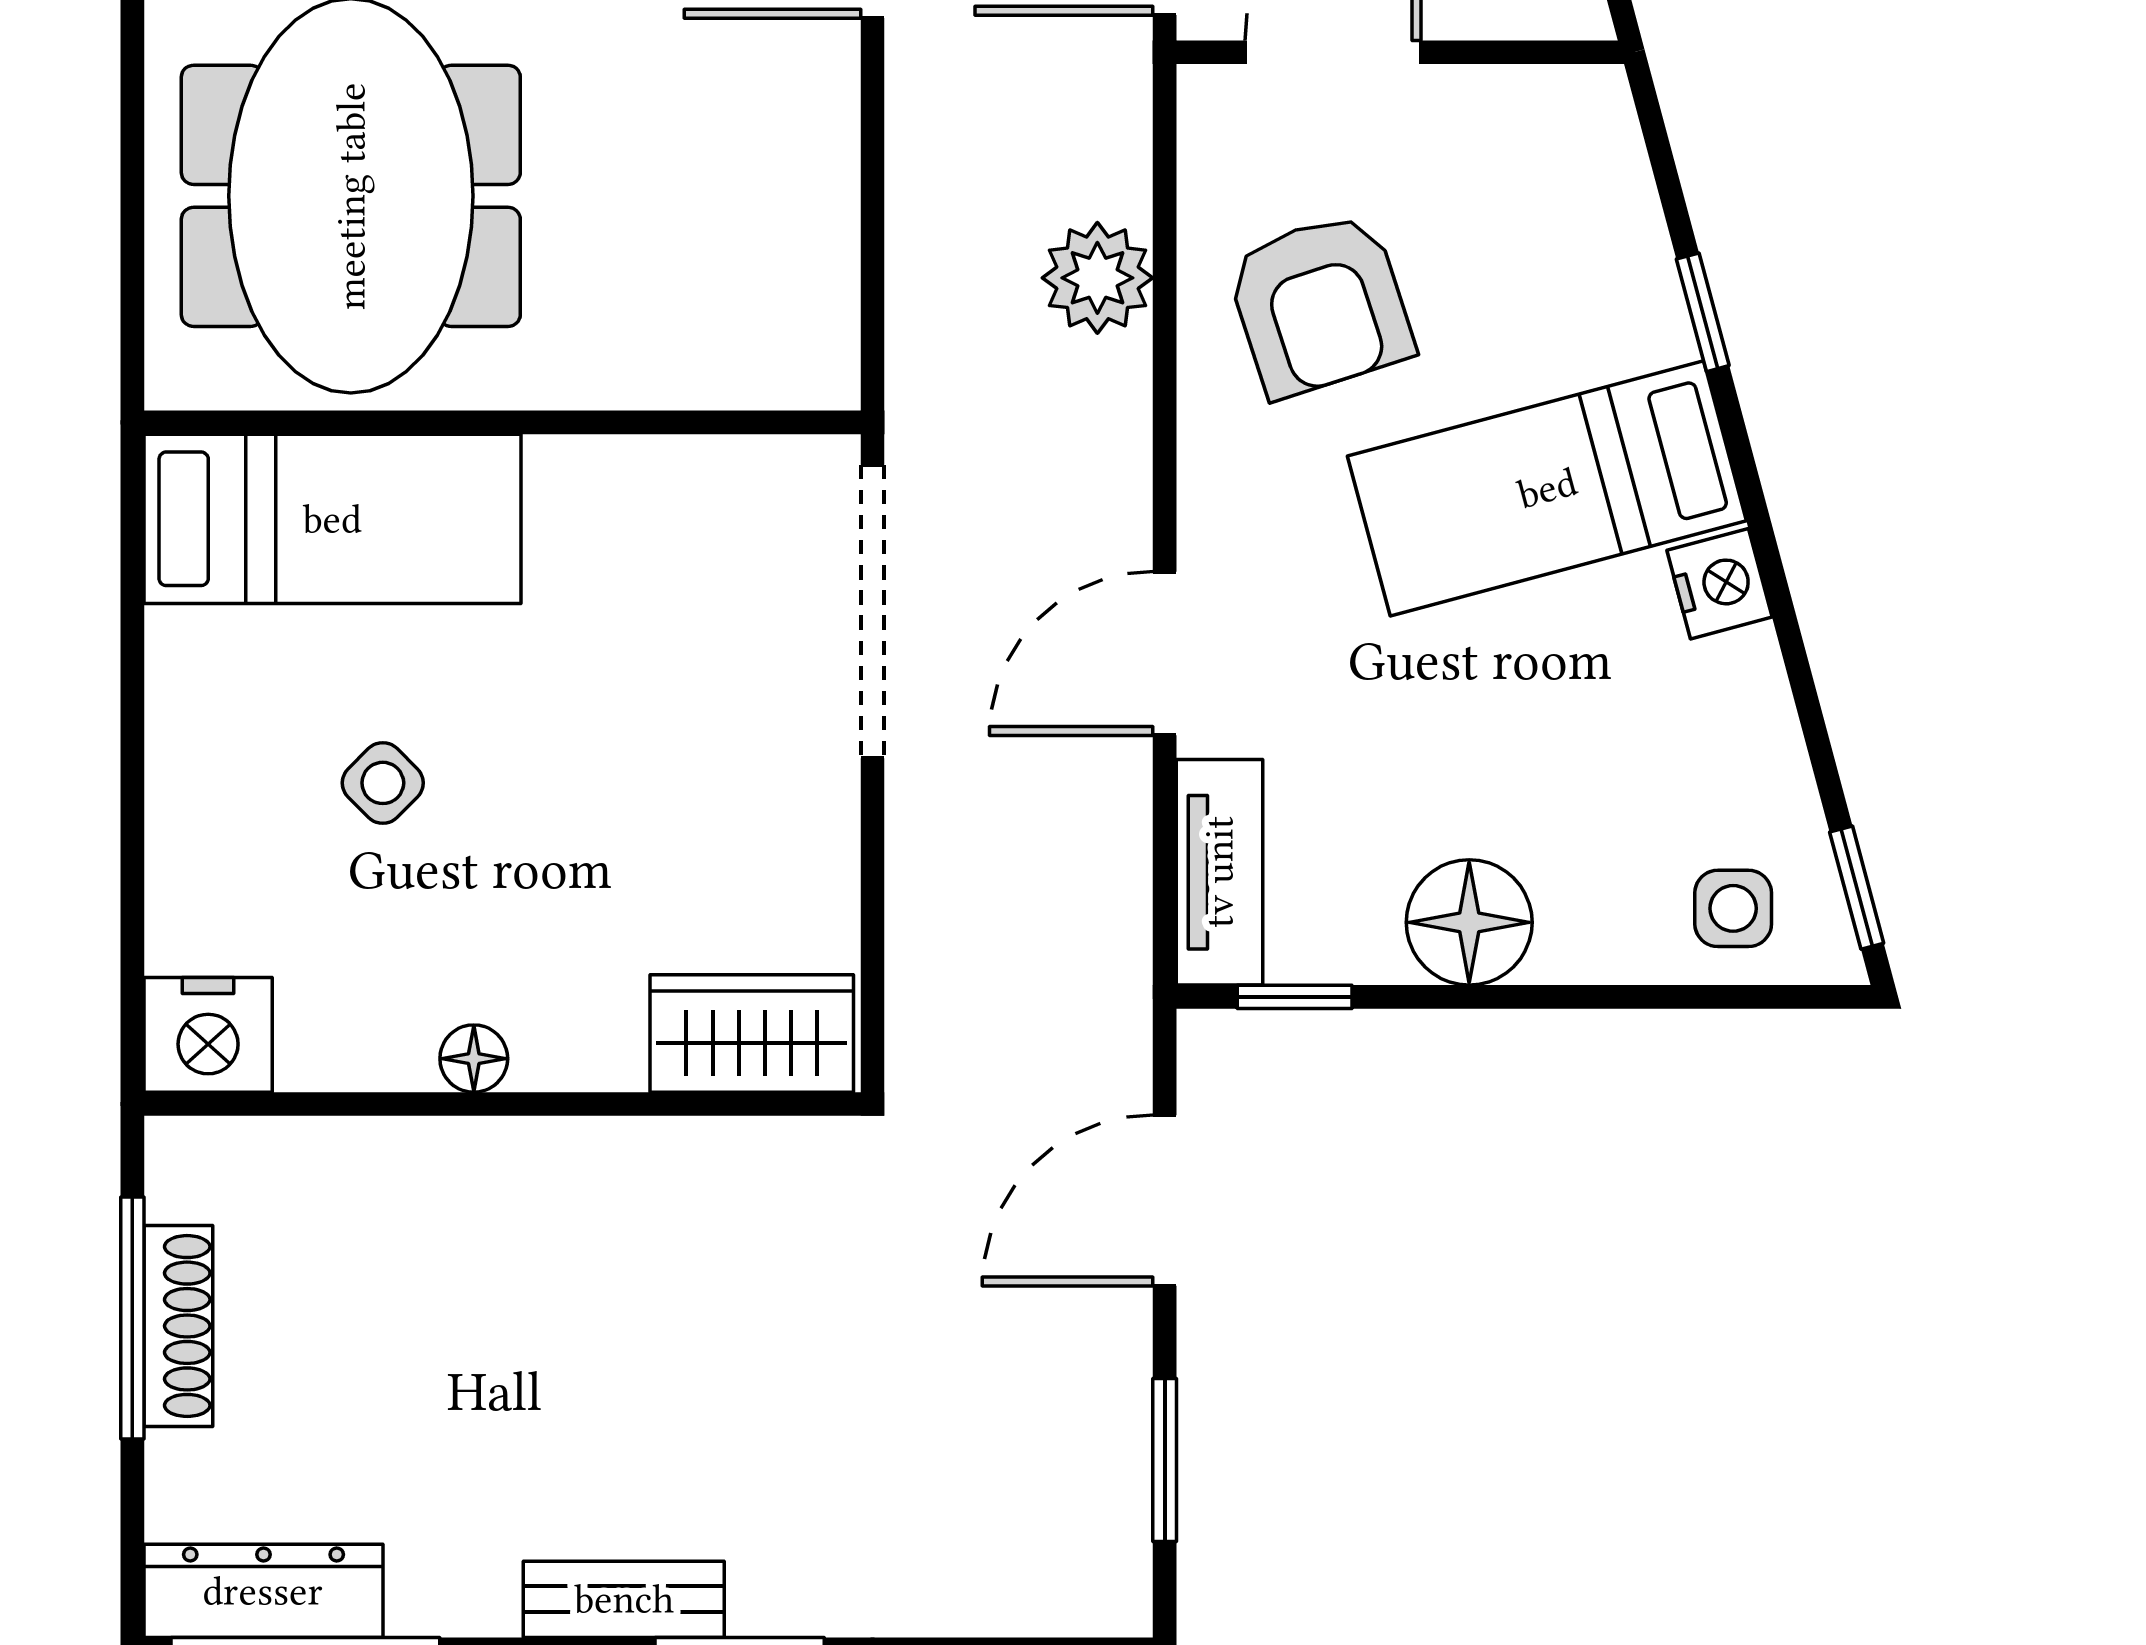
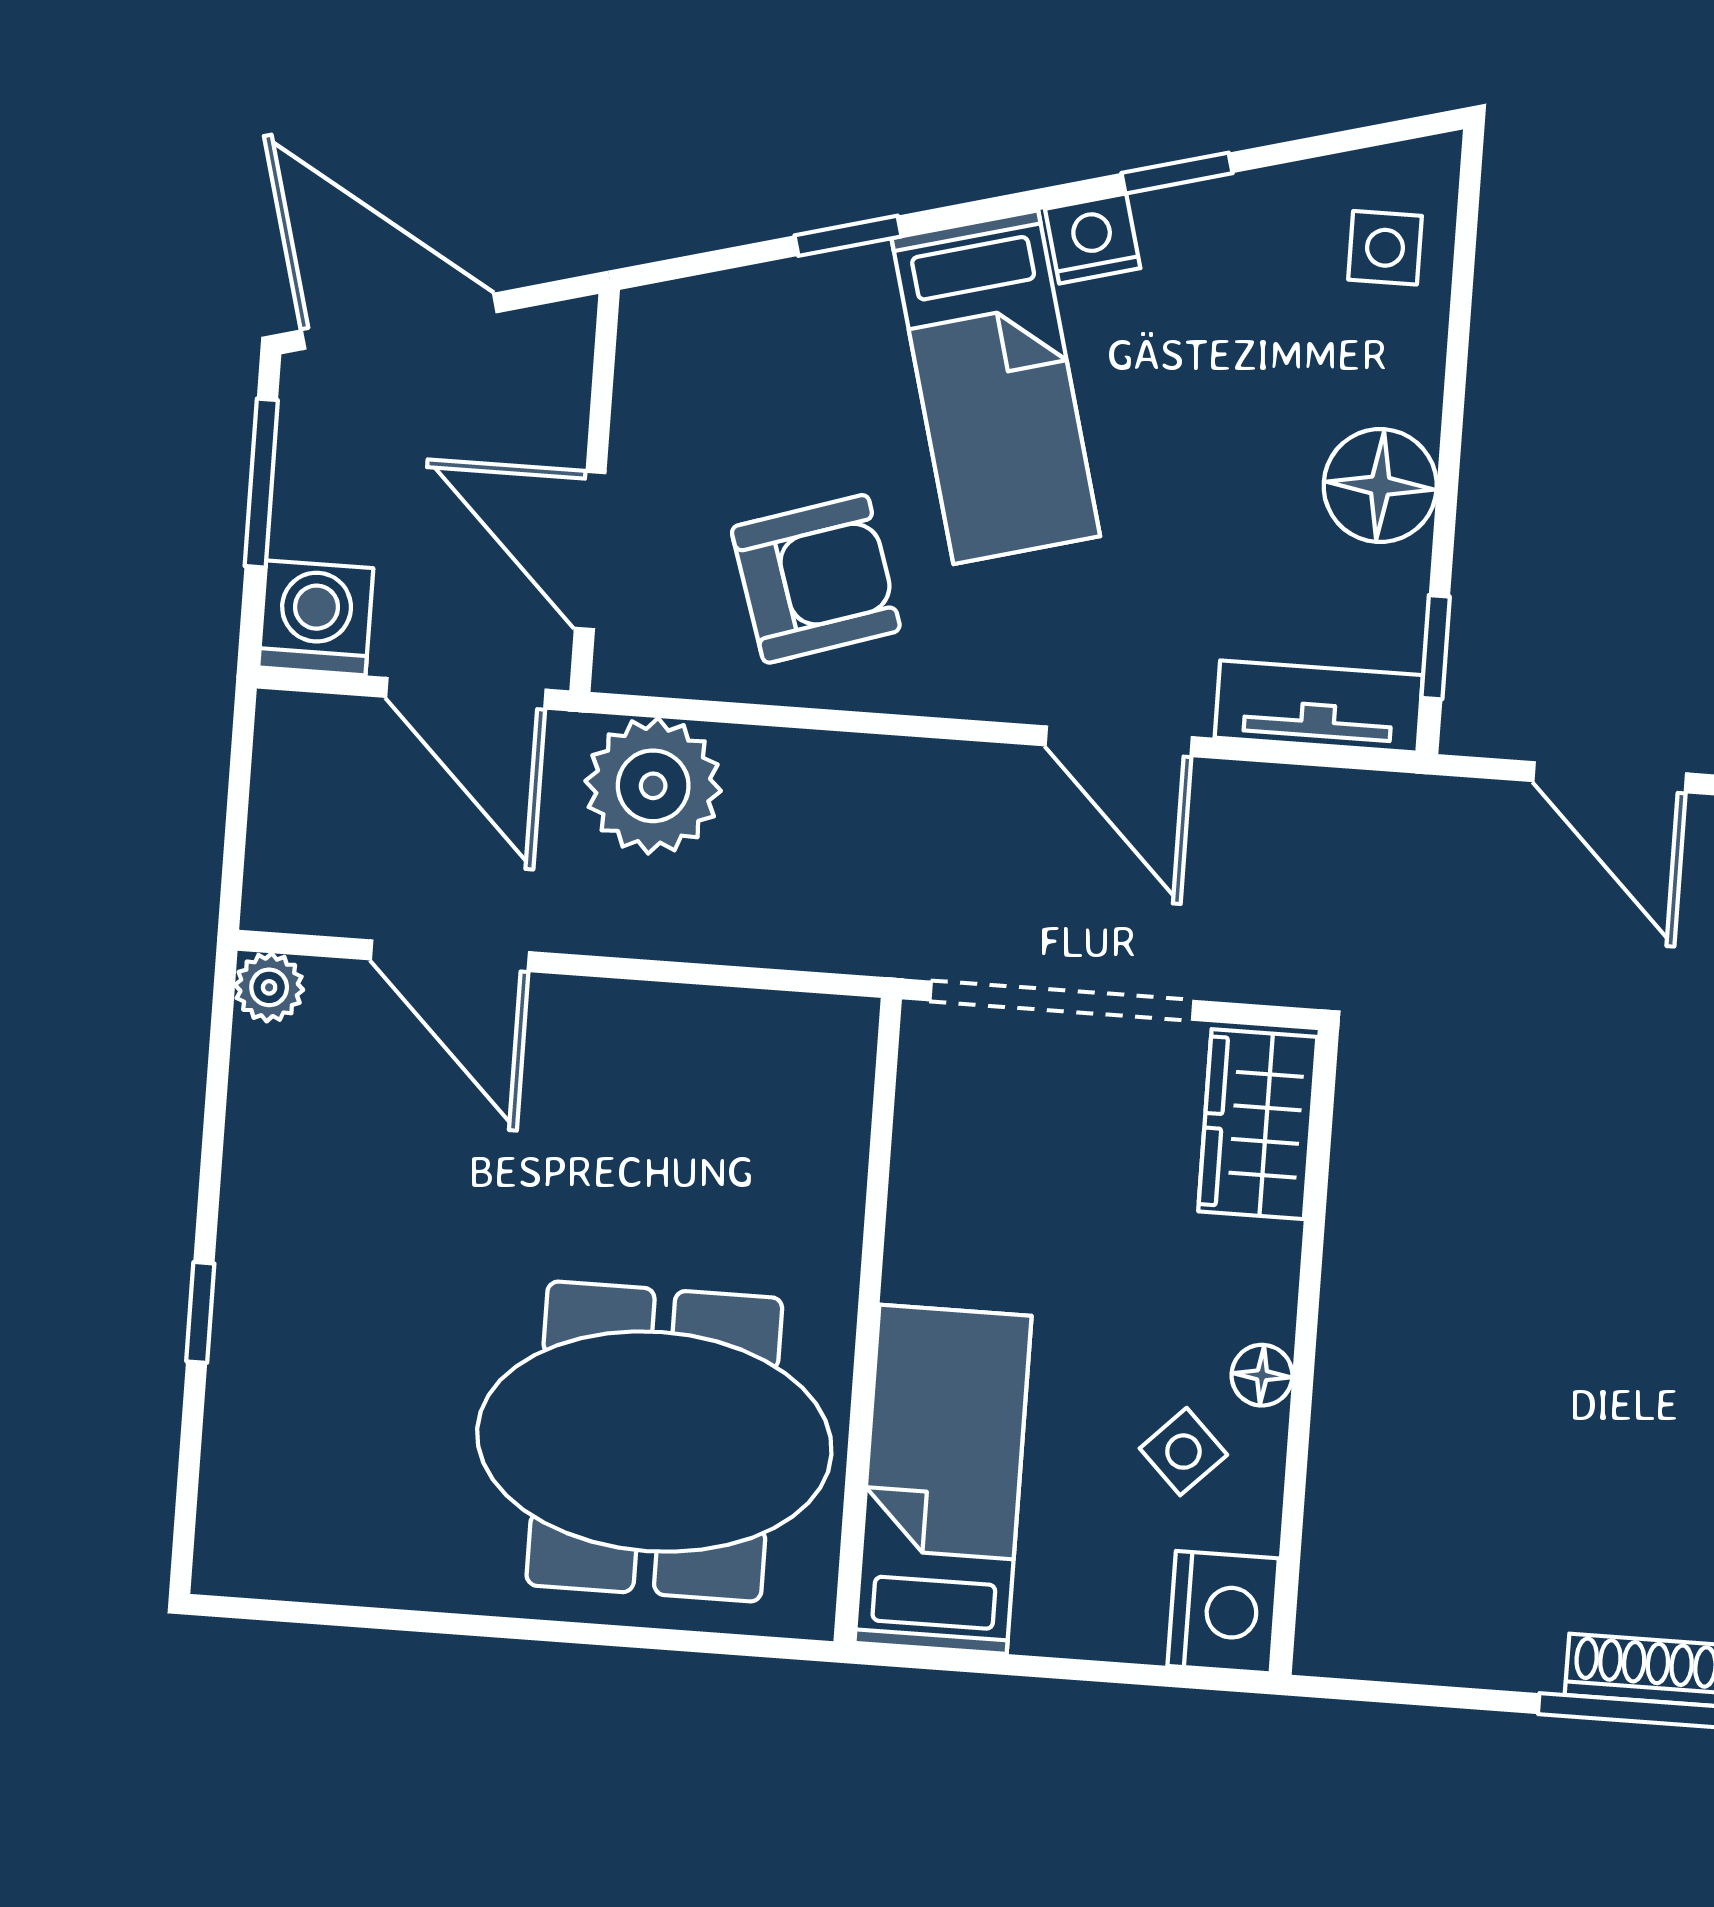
plant: (1097, 278) -> (653, 786), moved, width x1.36, depth x1.36
window: (1857, 888) -> (1177, 173), moved
wardrobe: (752, 1033) -> (1258, 1124), moved
nightstand: (208, 1035) -> (1223, 1612), moved
floor lamp: (474, 1059) -> (1262, 1375), moved
wall: (502, 1104) -> (1305, 1352), moved

